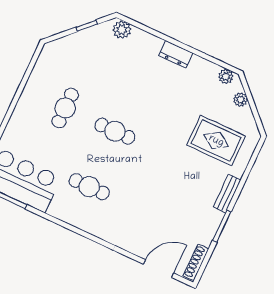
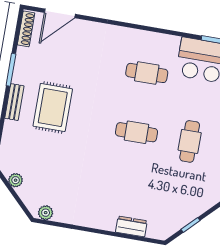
plant: (122, 30) -> (156, 230), removed
dresser: (176, 54) -> (131, 226), moved
plant: (241, 100) -> (16, 180), moved
rug: (216, 141) -> (53, 107), moved, turned 90

